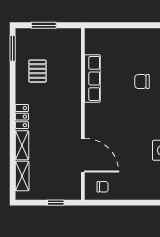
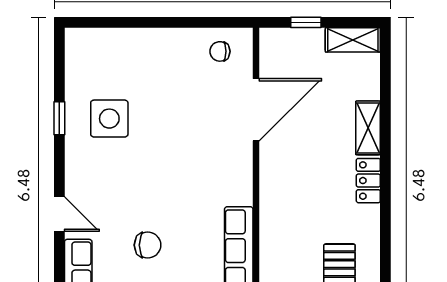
door: (83, 155) -> (256, 110), swing flipped
shelving: (22, 176) -> (353, 40), moved, turned 90

